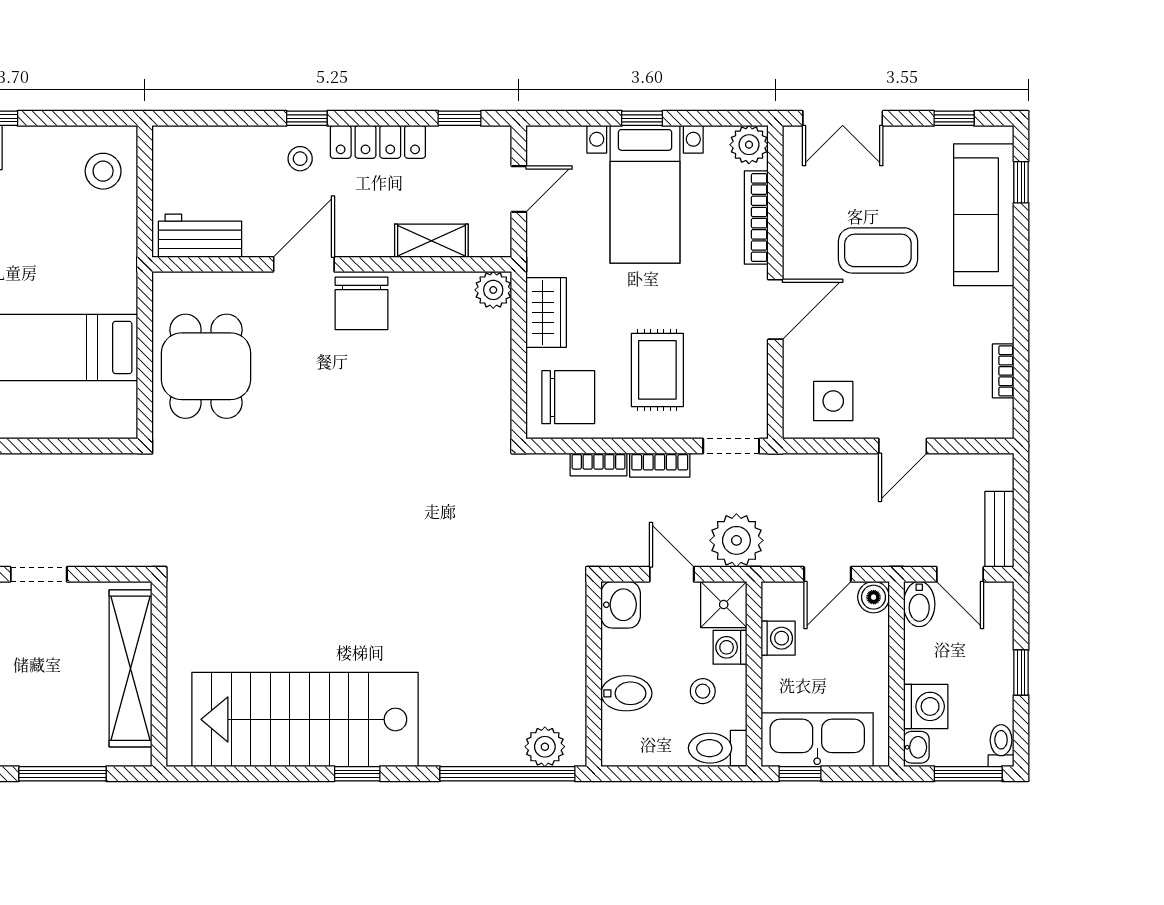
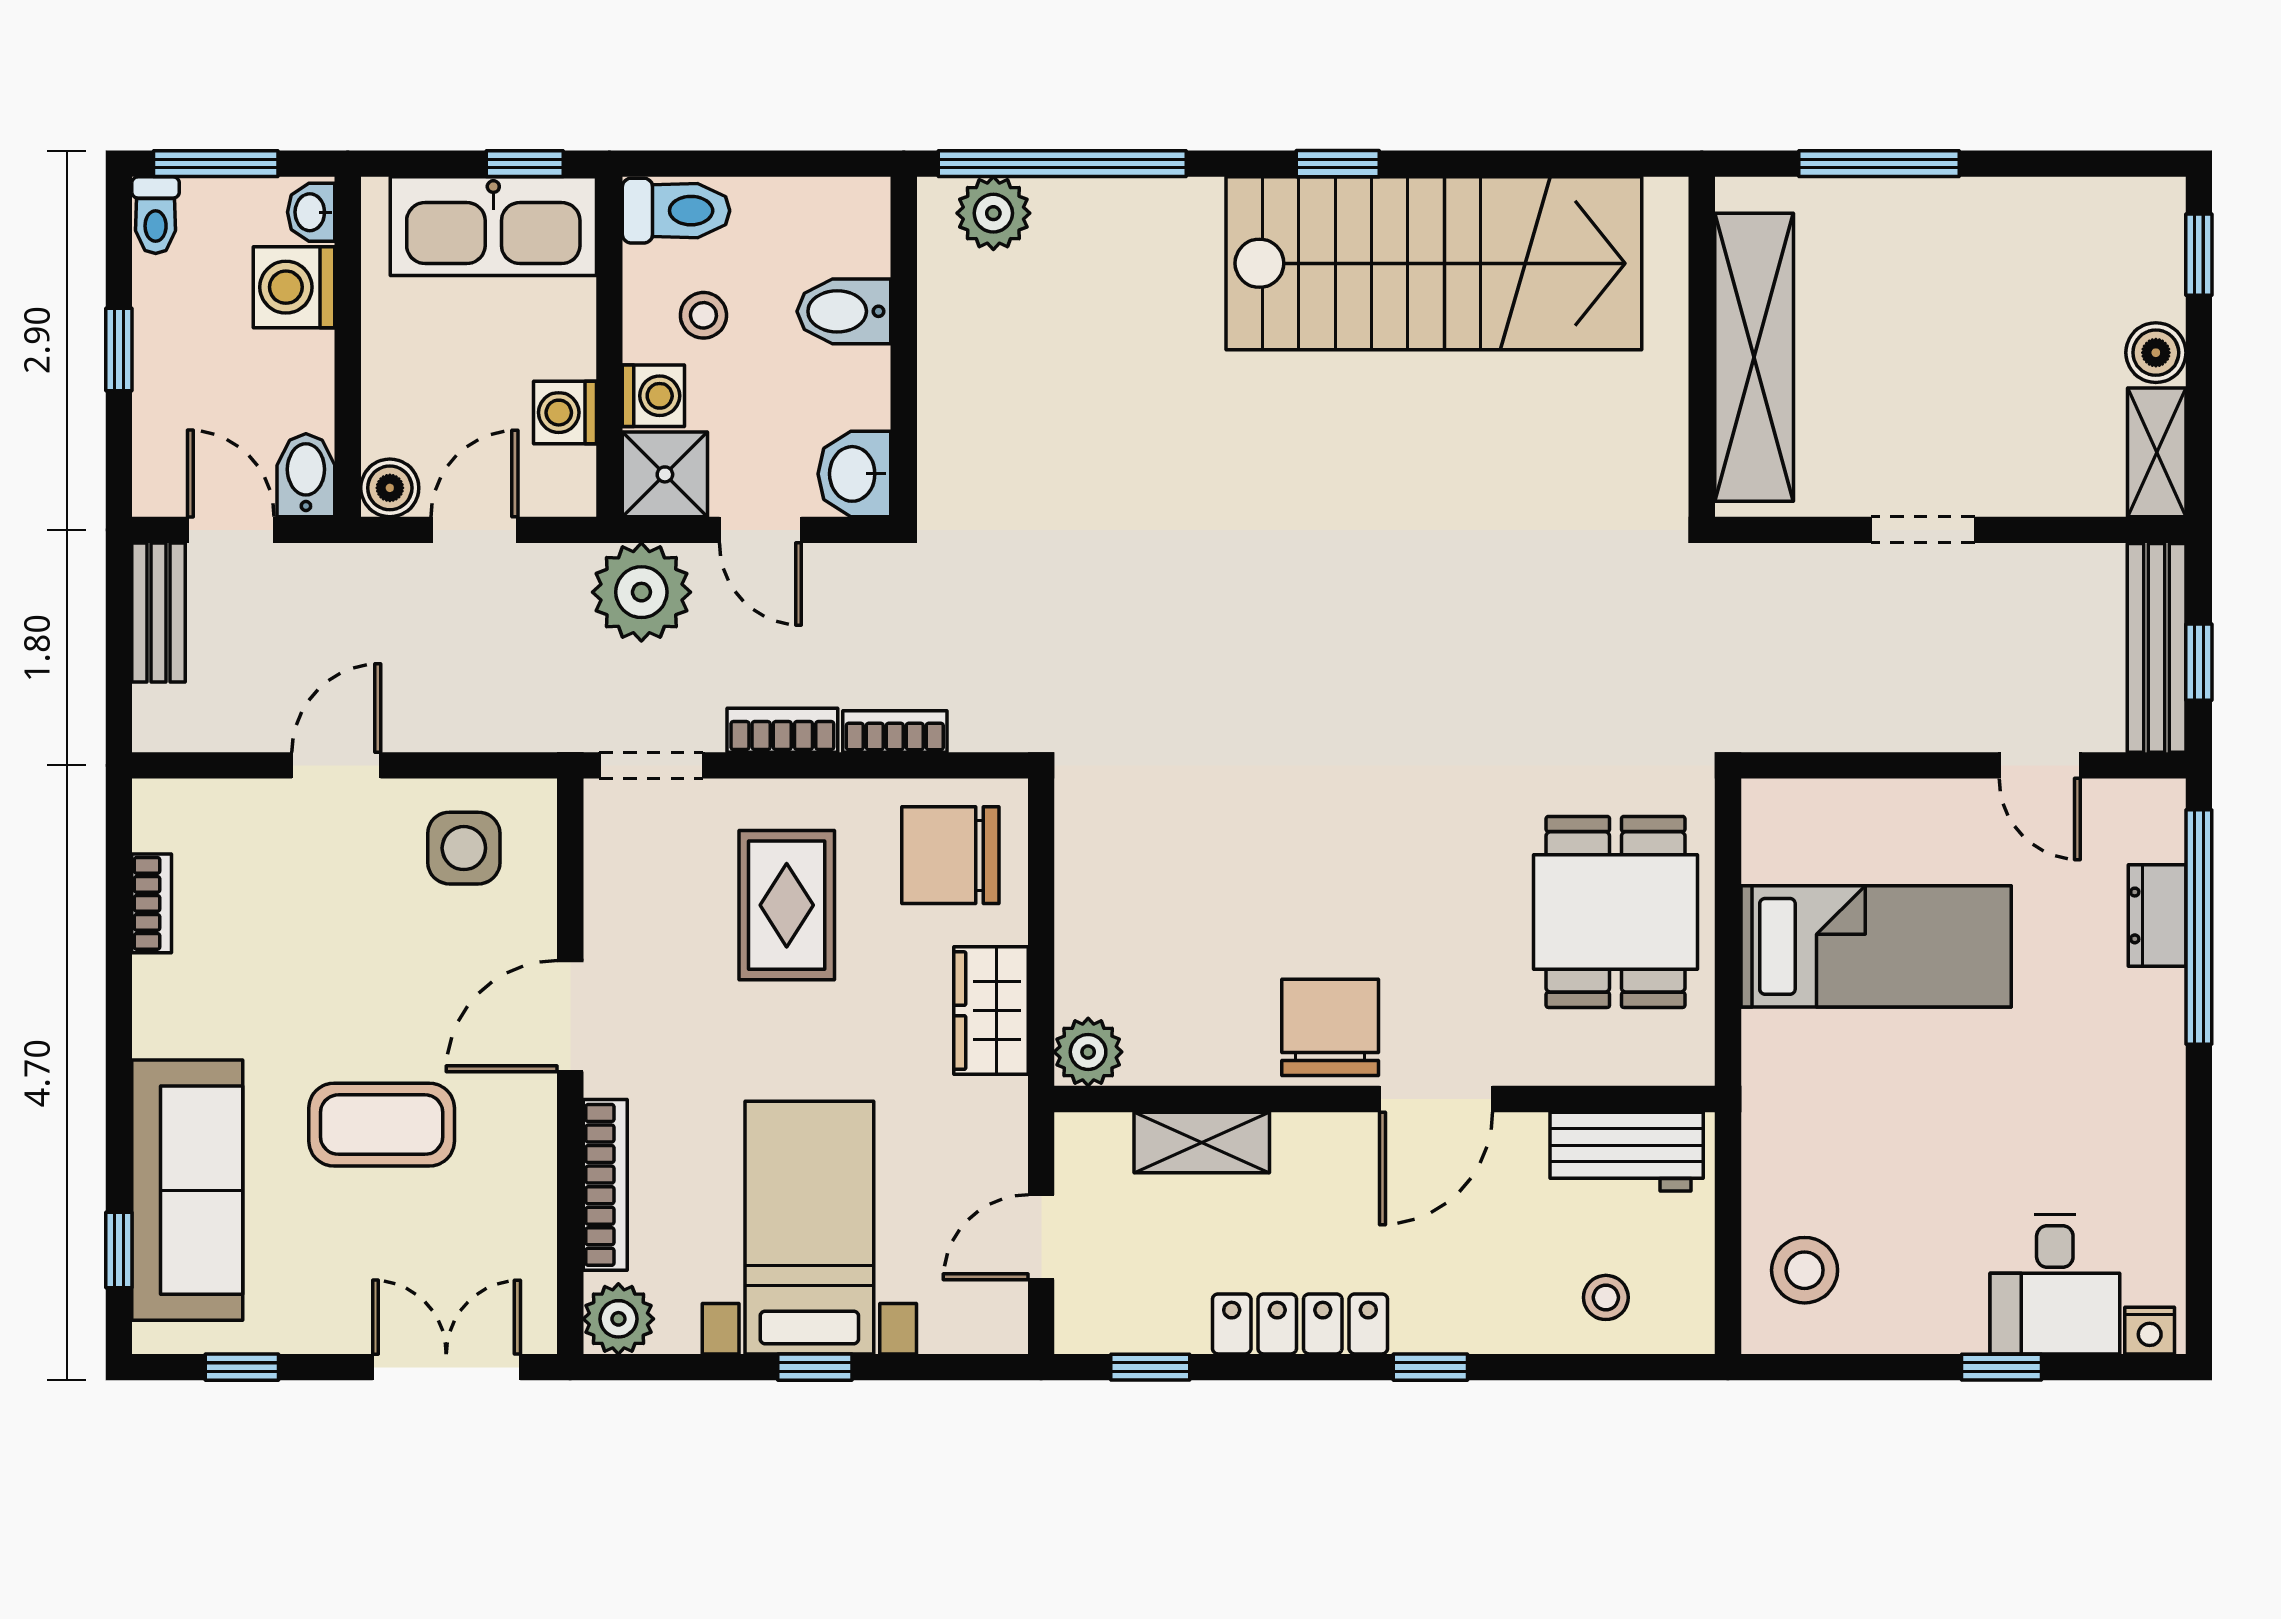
stool: (300, 159) -> (1606, 1297), moved

